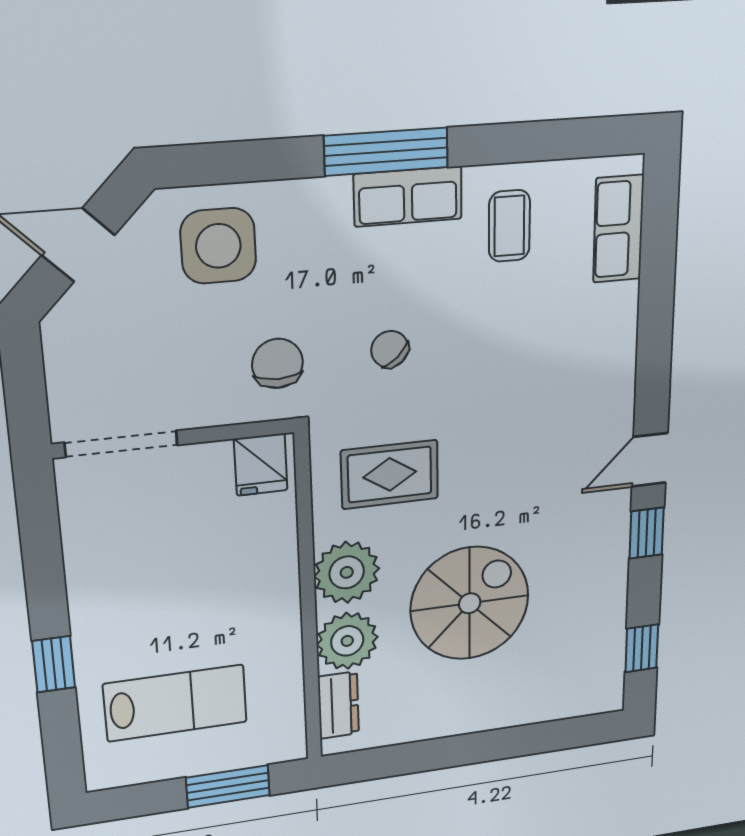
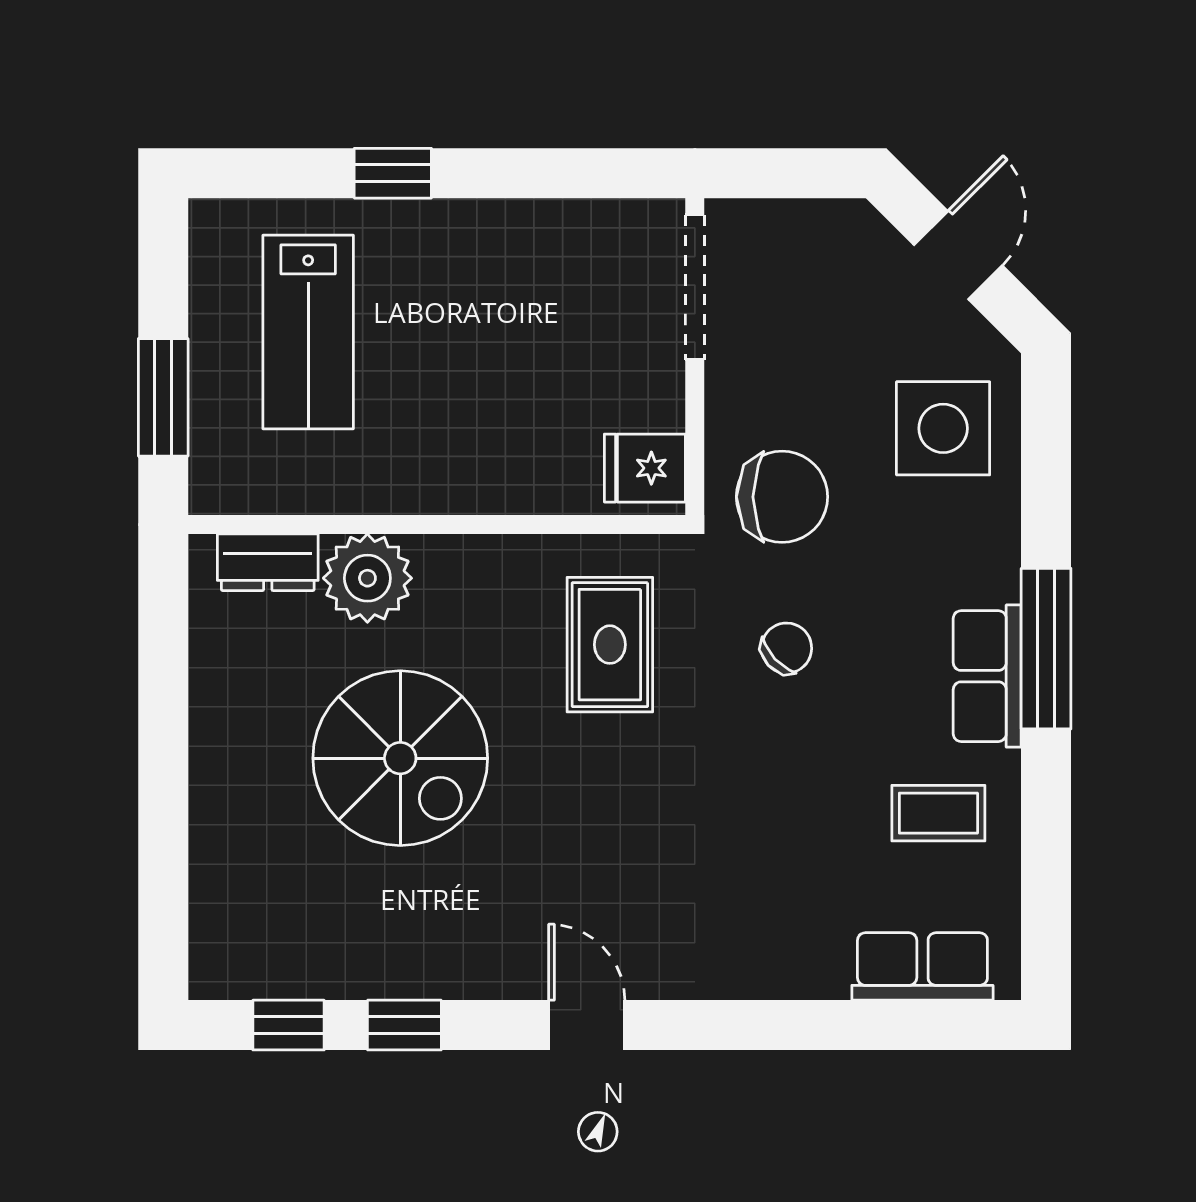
chair: (277, 364) -> (782, 497), width x1.37, depth x1.37
window: (647, 533) -> (404, 1025), moved
plant: (347, 572) -> (473, 580), removed

